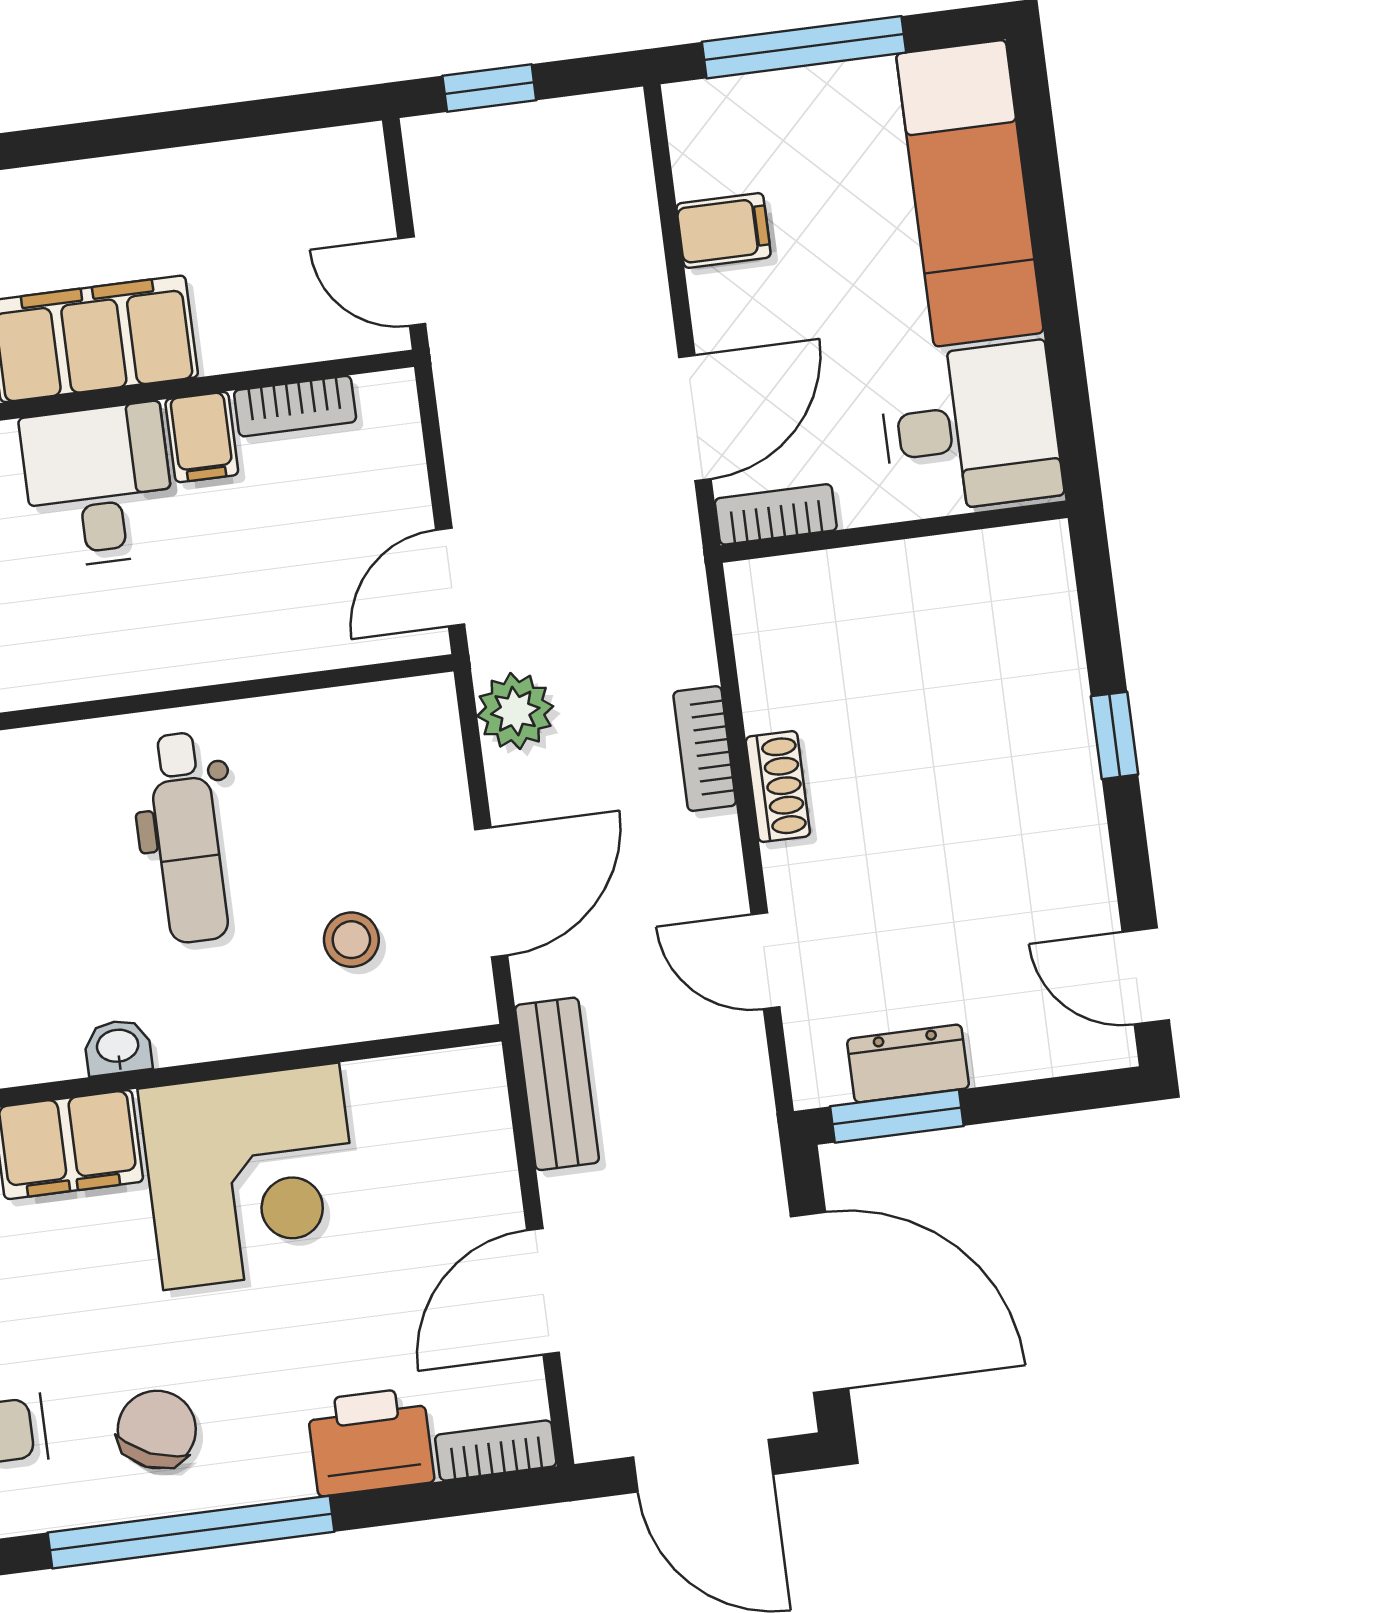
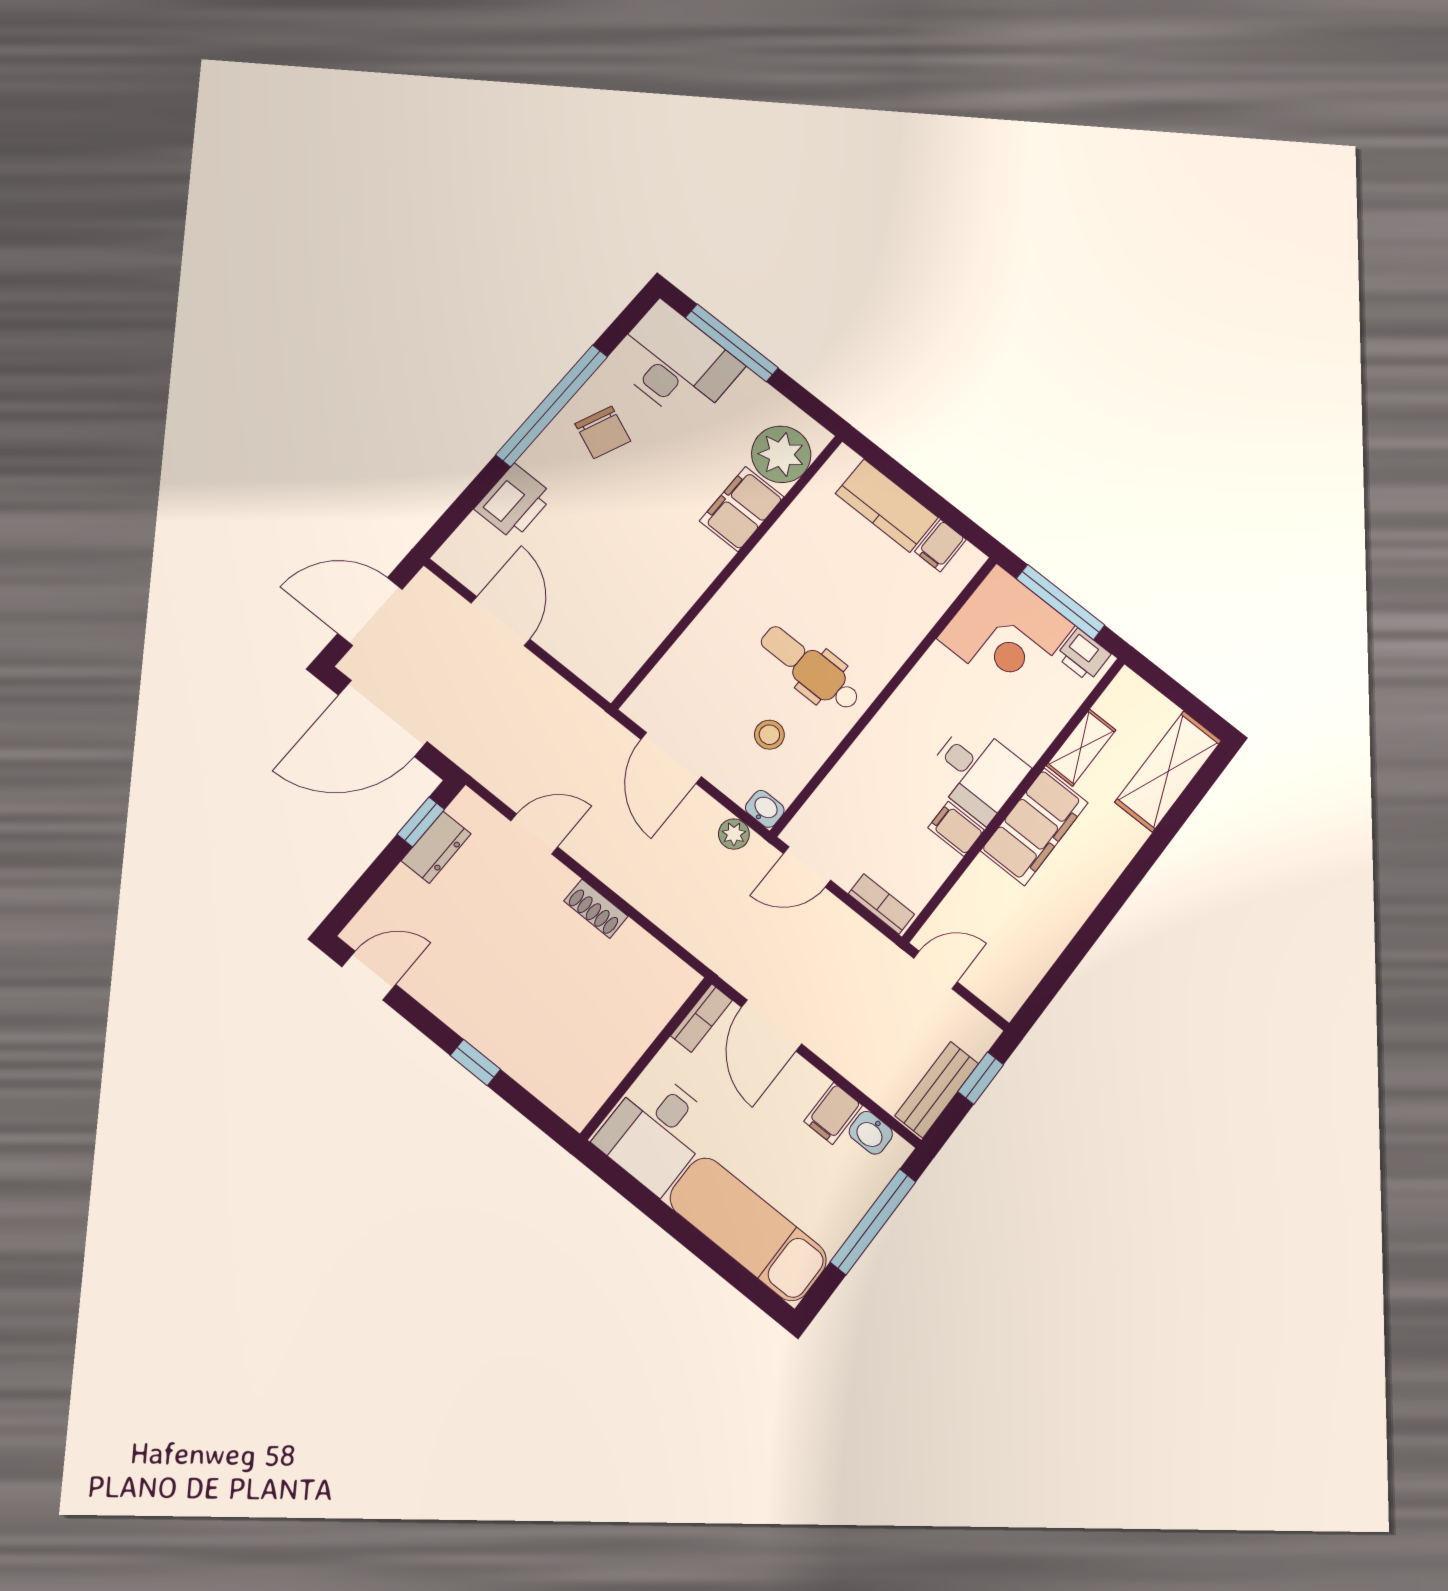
washbasin: (699, 159) -> (871, 1133), added
bookcase: (295, 406) -> (881, 904), moved, turned 90
door: (450, 577) -> (807, 867), swing flipped
plant: (515, 711) -> (734, 834), width x0.73, depth x0.73
bookcase: (705, 749) -> (640, 896), removed
stool: (351, 940) -> (769, 735), moved
washbasin: (118, 1047) -> (765, 809), moved, turned -90
bench: (557, 1084) -> (937, 1090), moved, turned 90
window: (897, 1116) -> (421, 822), width x0.67
corner desk: (251, 1176) -> (659, 561), removed
bookcase: (496, 1451) -> (461, 543), removed

